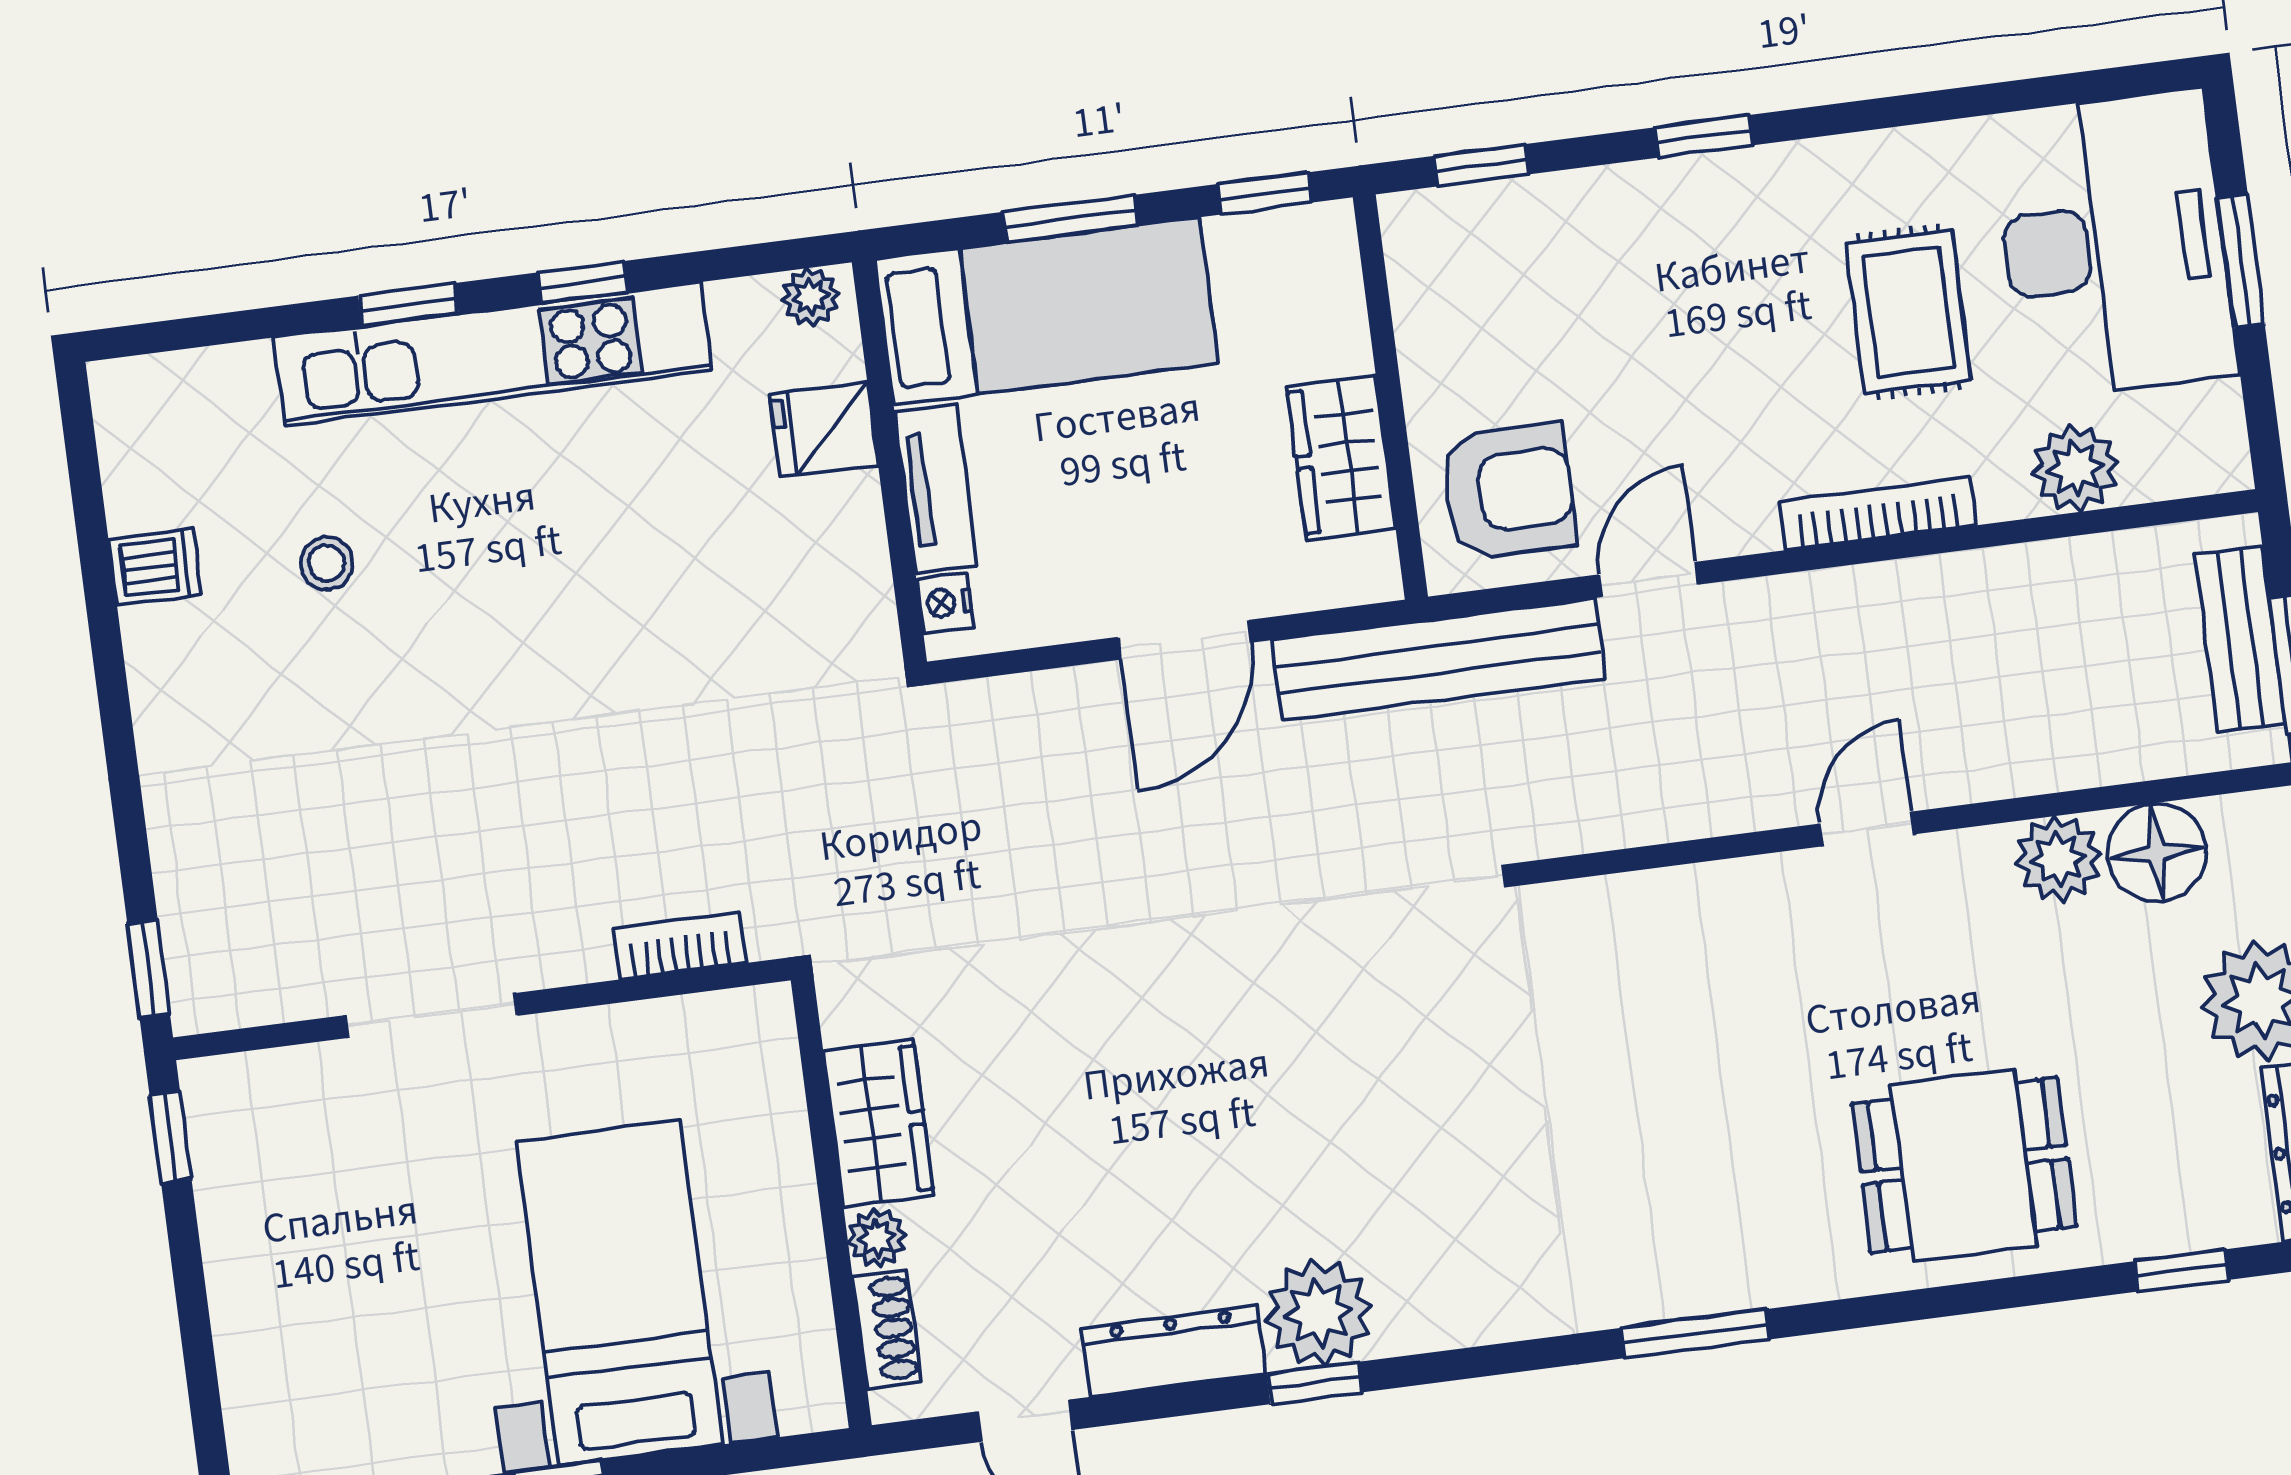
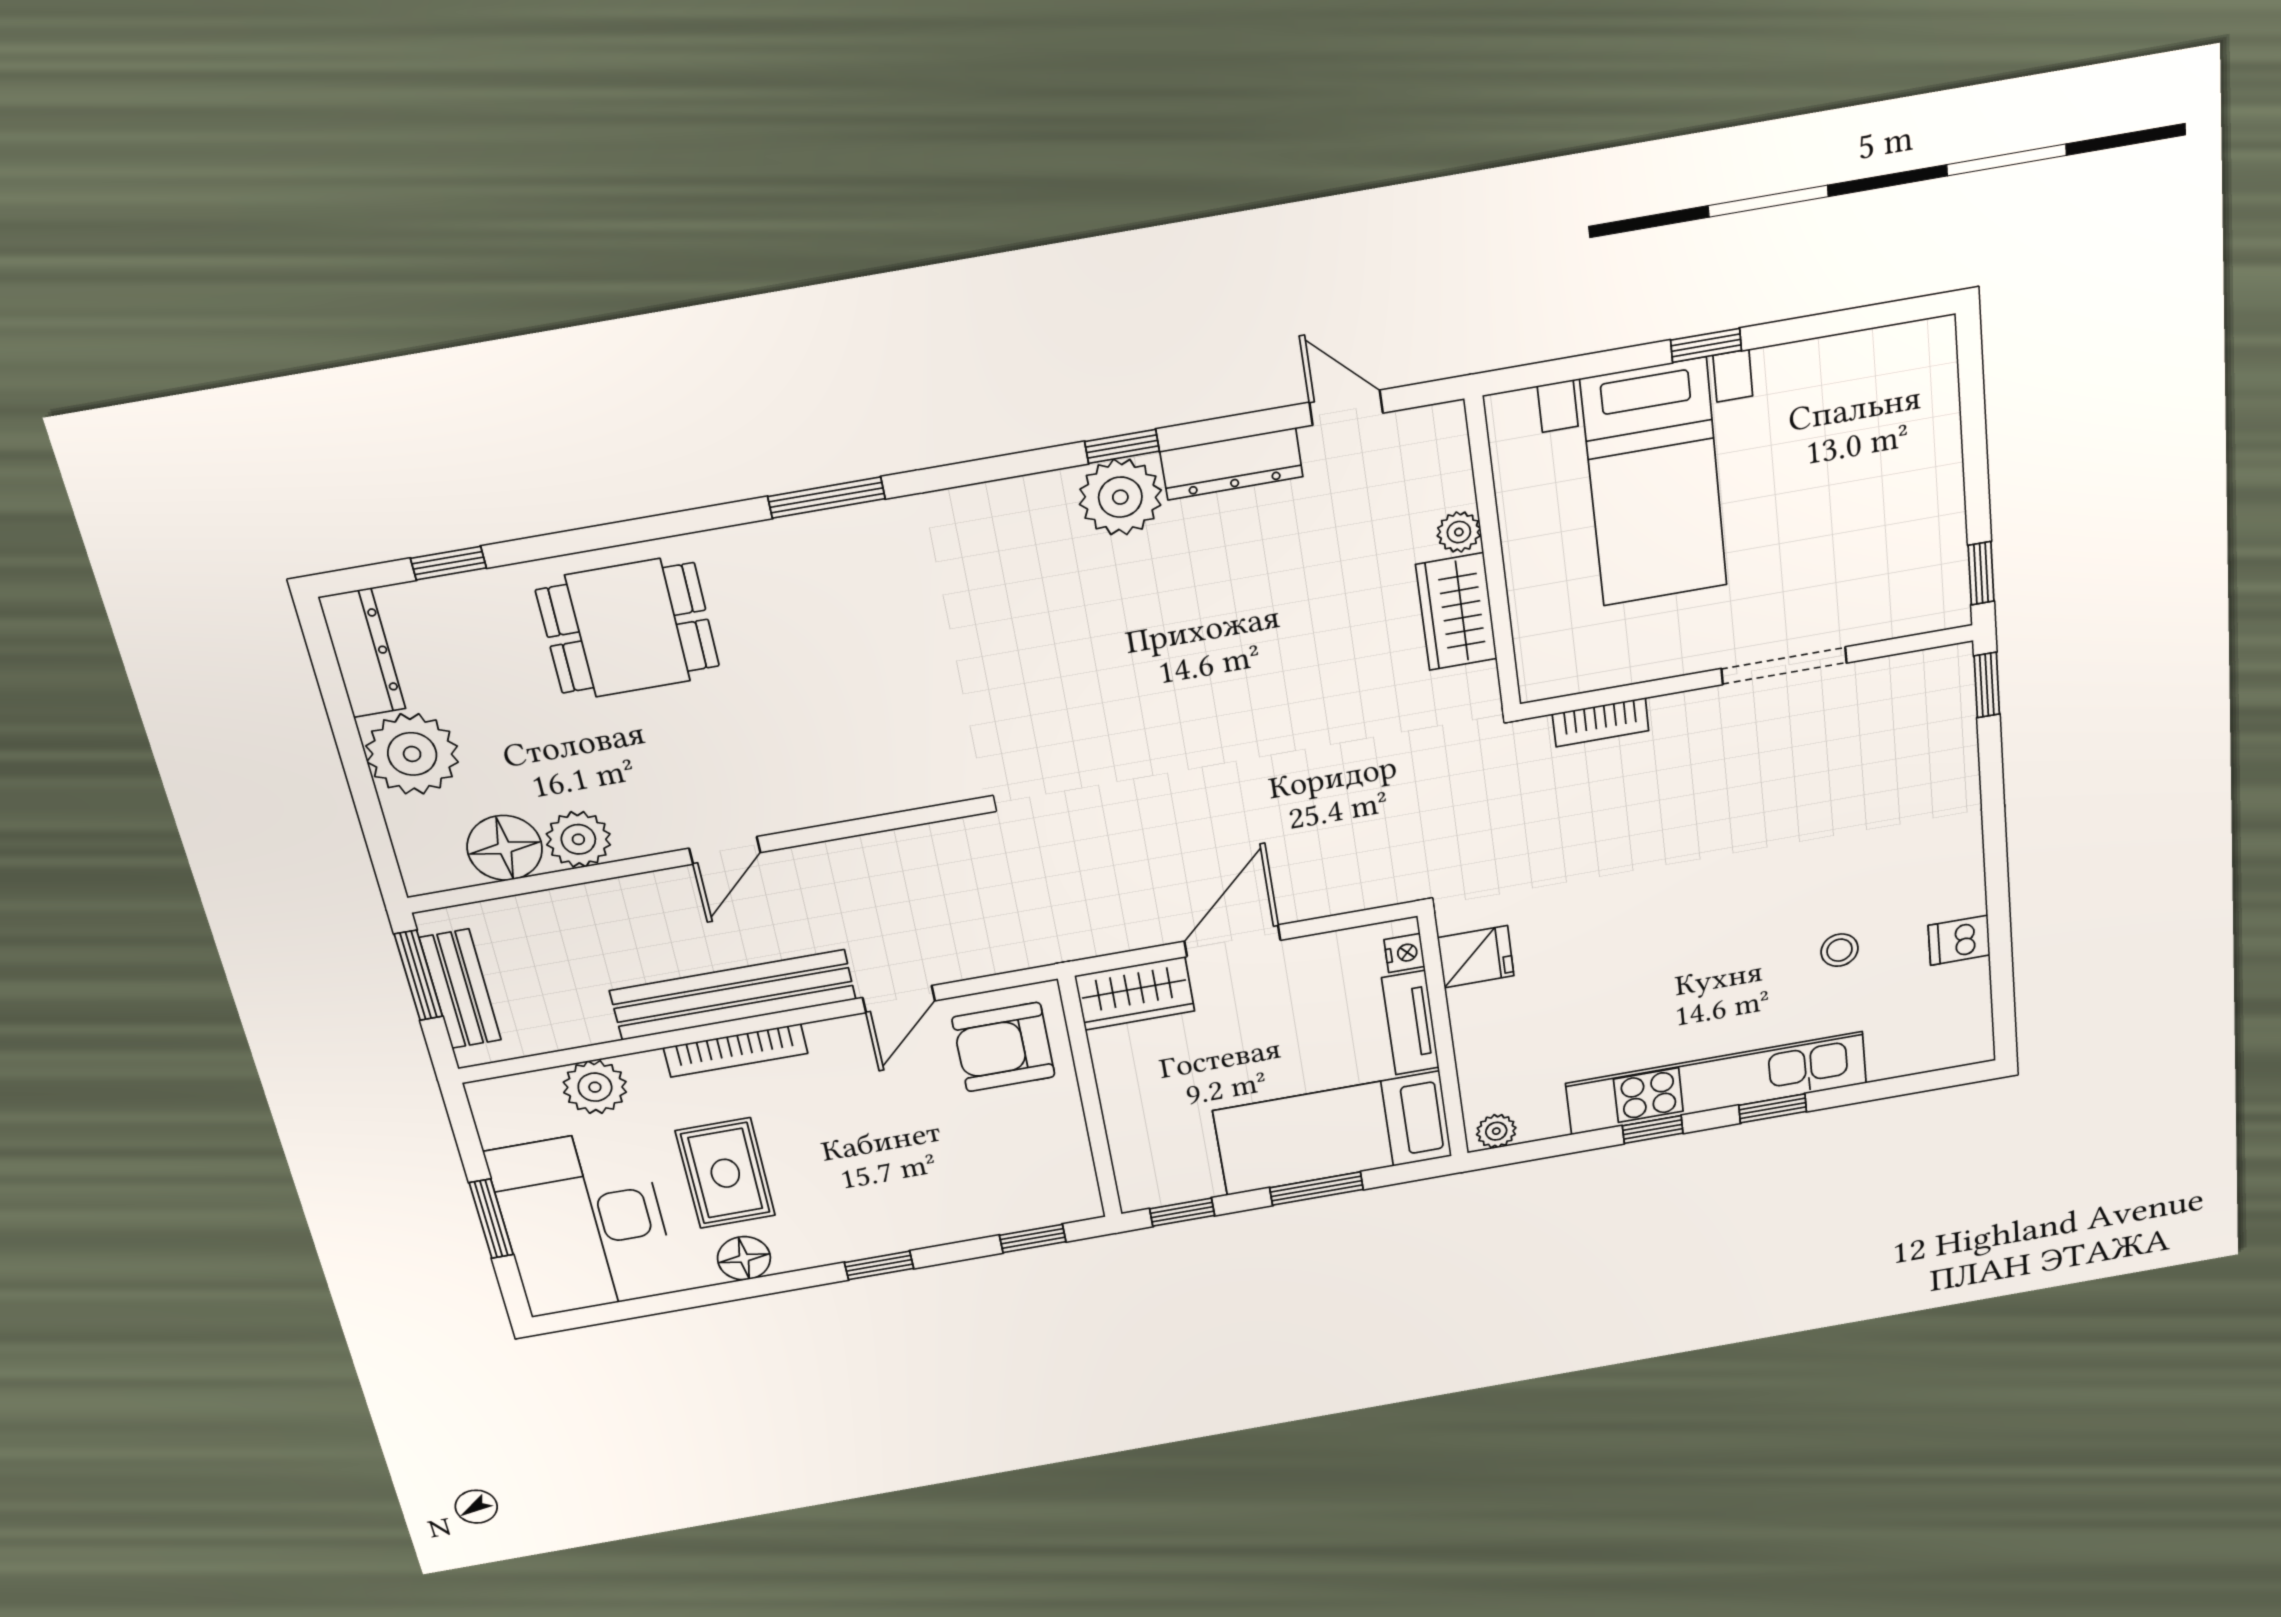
floor lamp: (1894, 165) -> (744, 1258), added
fridge: (824, 430) -> (1476, 957), moved
wardrobe: (1341, 458) -> (1135, 993), moved, turned 90
bench: (1439, 659) -> (733, 995), moved
shoe rack: (887, 1329) -> (1452, 468), removed

